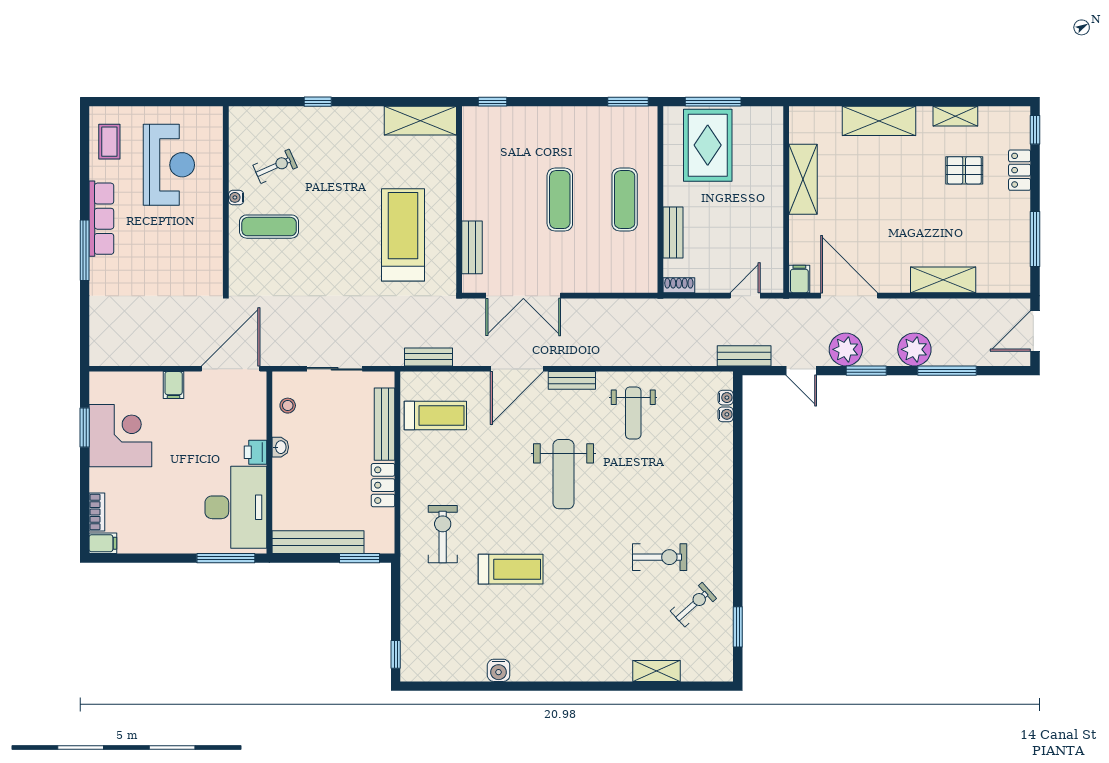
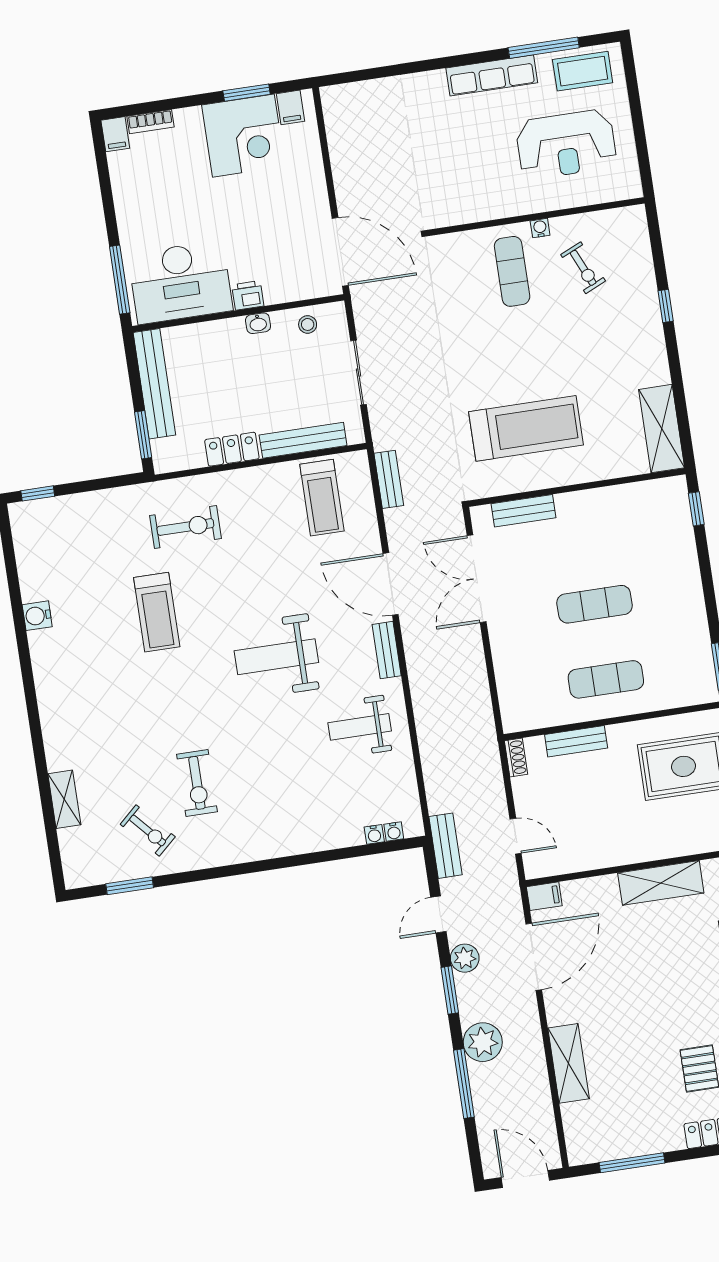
coffee table: (109, 142) -> (583, 71), width x1.36, depth x1.30
window: (85, 250) -> (544, 48), moved
plant: (846, 349) -> (465, 958), width x0.73, depth x0.73
filing cabinet: (174, 385) -> (290, 107), moved, turned -90

